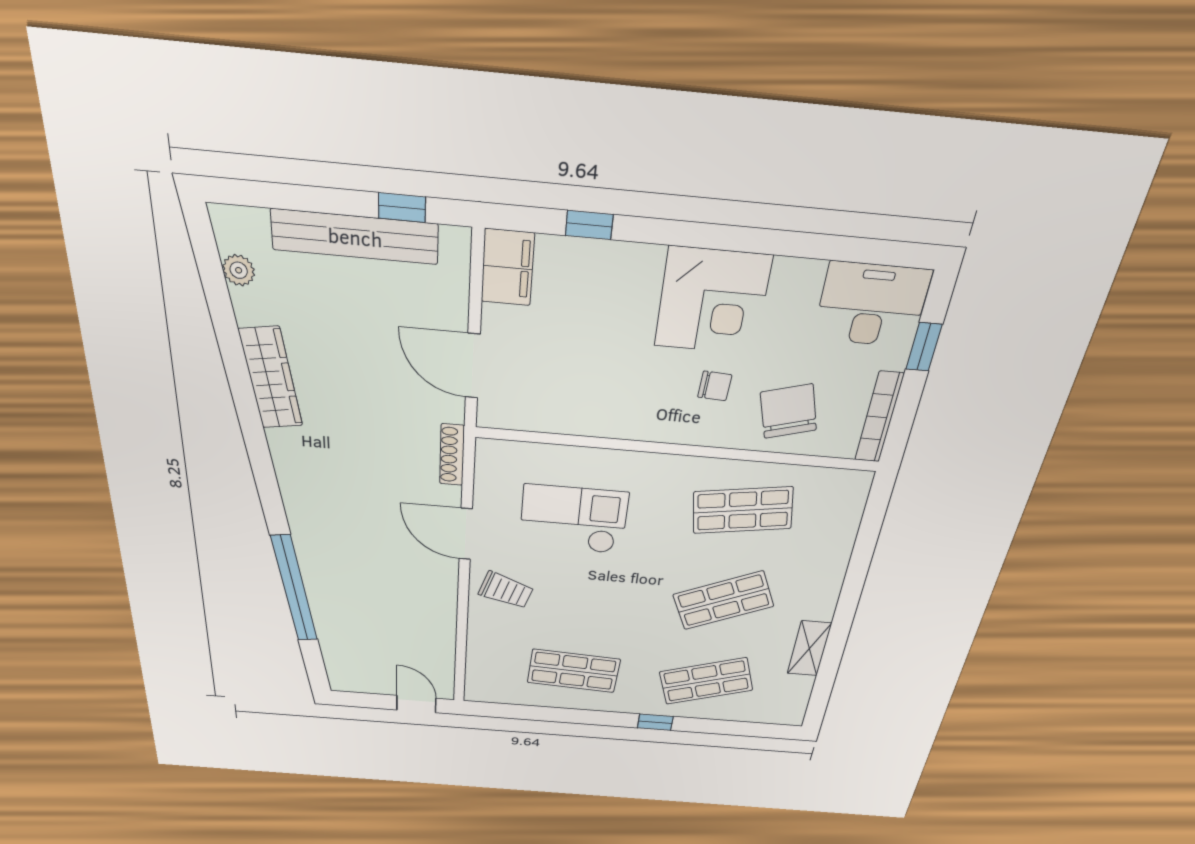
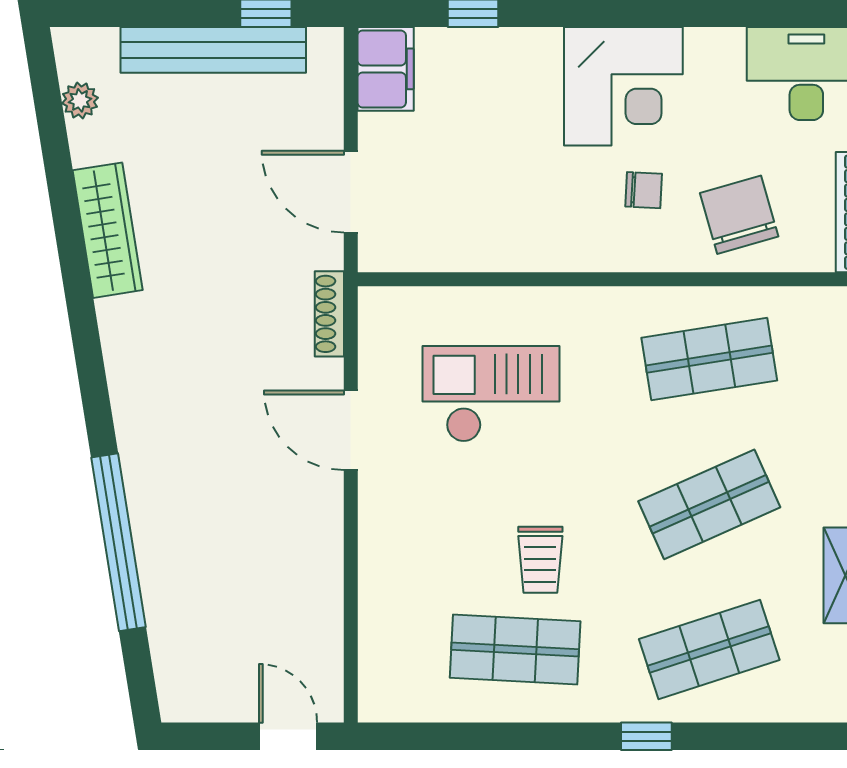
trolley: (506, 590) -> (540, 560), moved, turned 72

